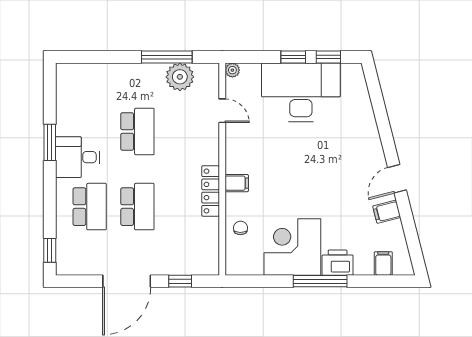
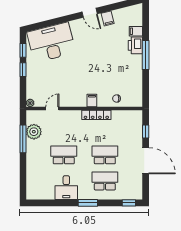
desk: (301, 92) -> (51, 42), moved, turned 76
window: (50, 142) -> (88, 203), moved
desk: (78, 157) -> (66, 188), moved
corner desk: (292, 247) -> (127, 70), removed
filing cabinet: (383, 263) -> (136, 31), moved

